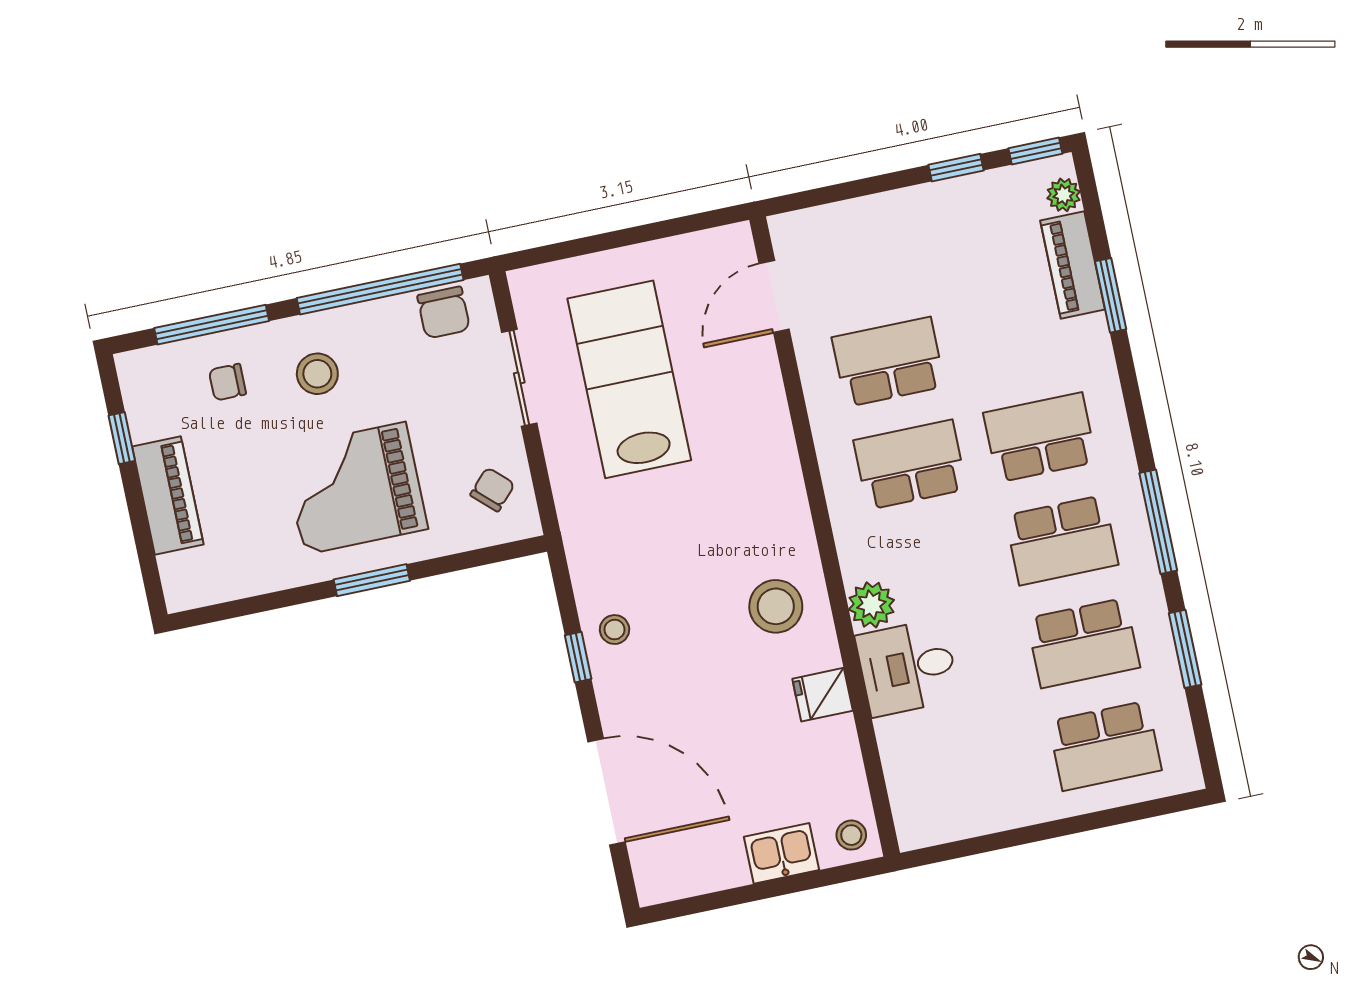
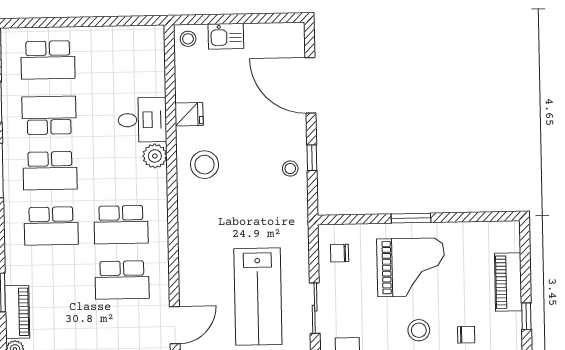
chair: (492, 489) -> (340, 253), turned 47
school desk: (1062, 540) -> (50, 171), turned 180
school desk: (1105, 746) -> (48, 60), turned 180

